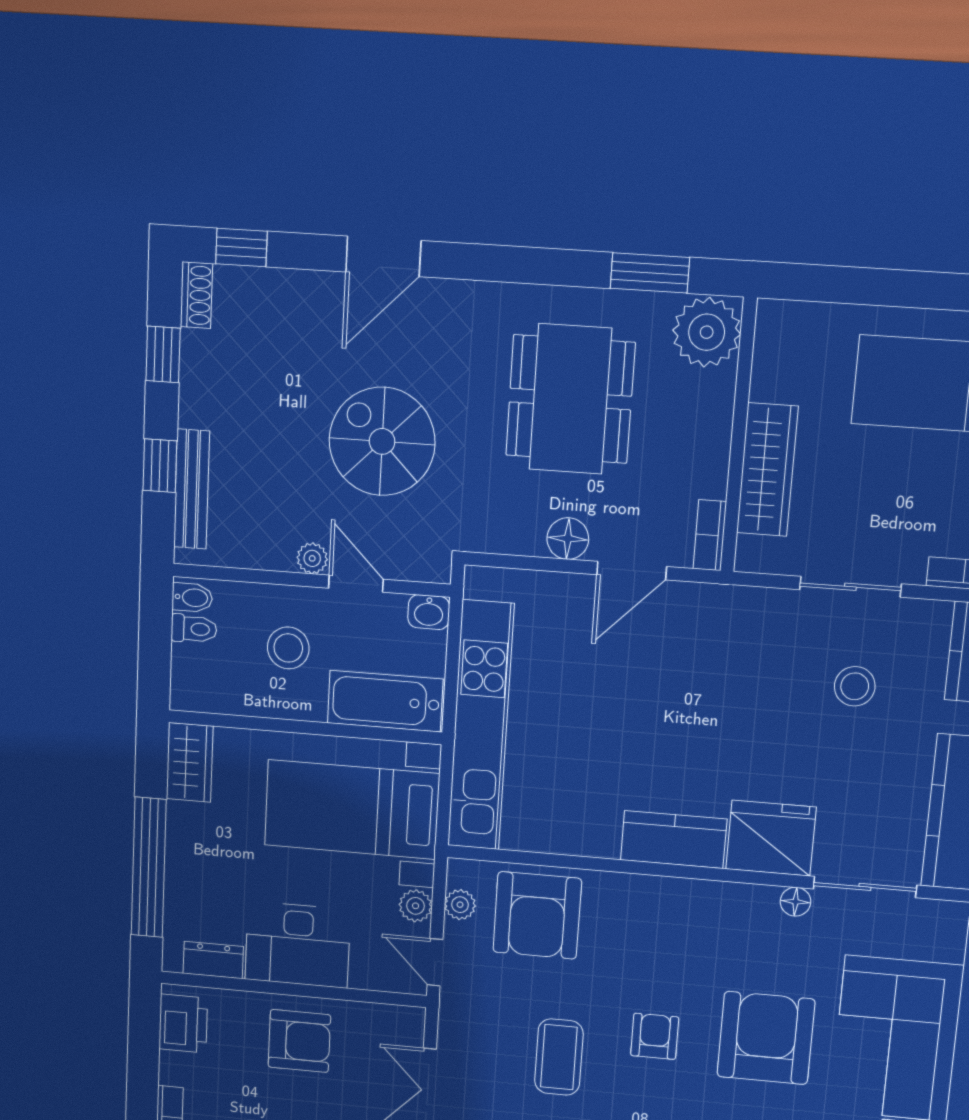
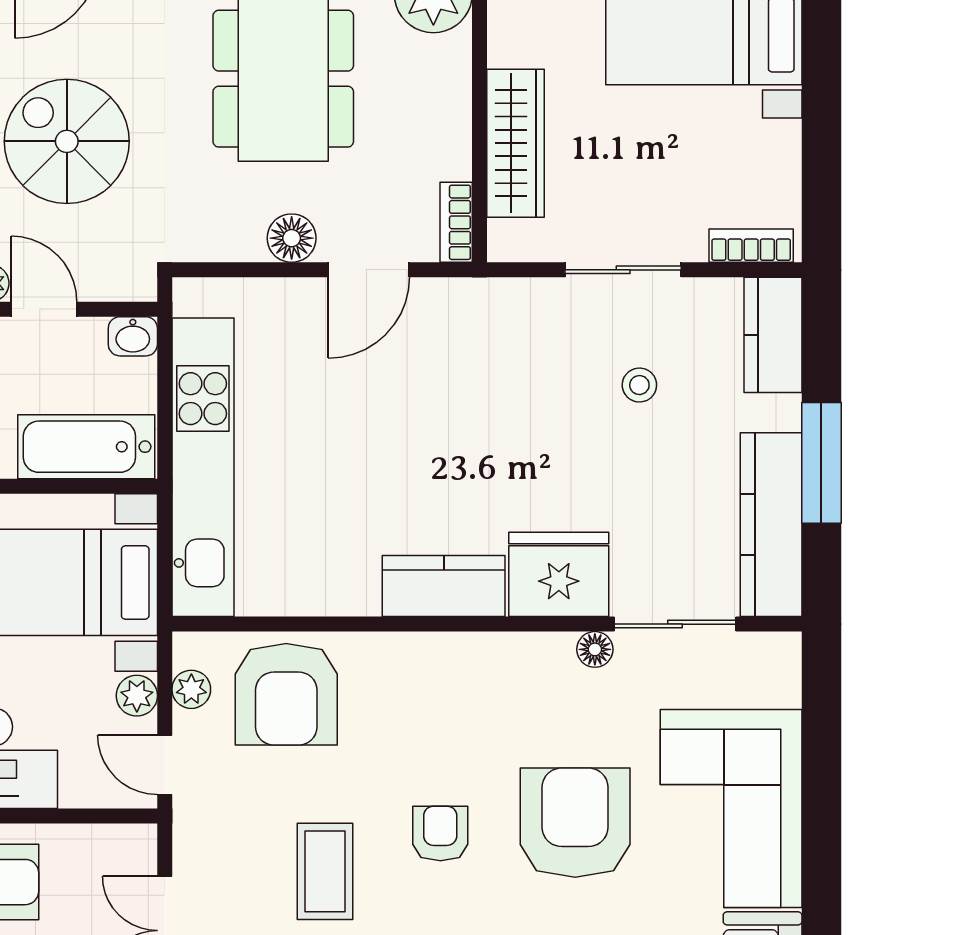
stool: (855, 686) -> (639, 385), width x0.73, depth x0.73

